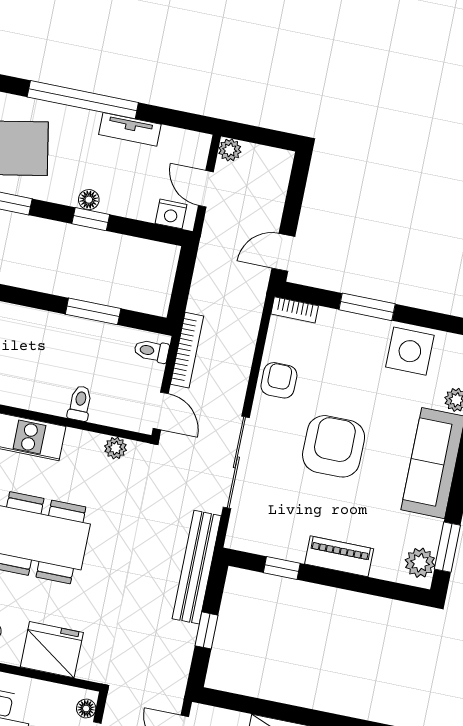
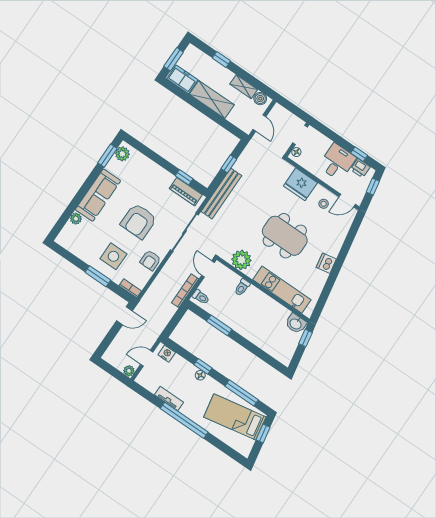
door: (206, 189) -> (147, 358), swing flipped
side table: (410, 351) -> (113, 256), moved
plant: (116, 448) -> (241, 260), width x1.88, depth x1.88
piano: (339, 556) -> (186, 192), moved

